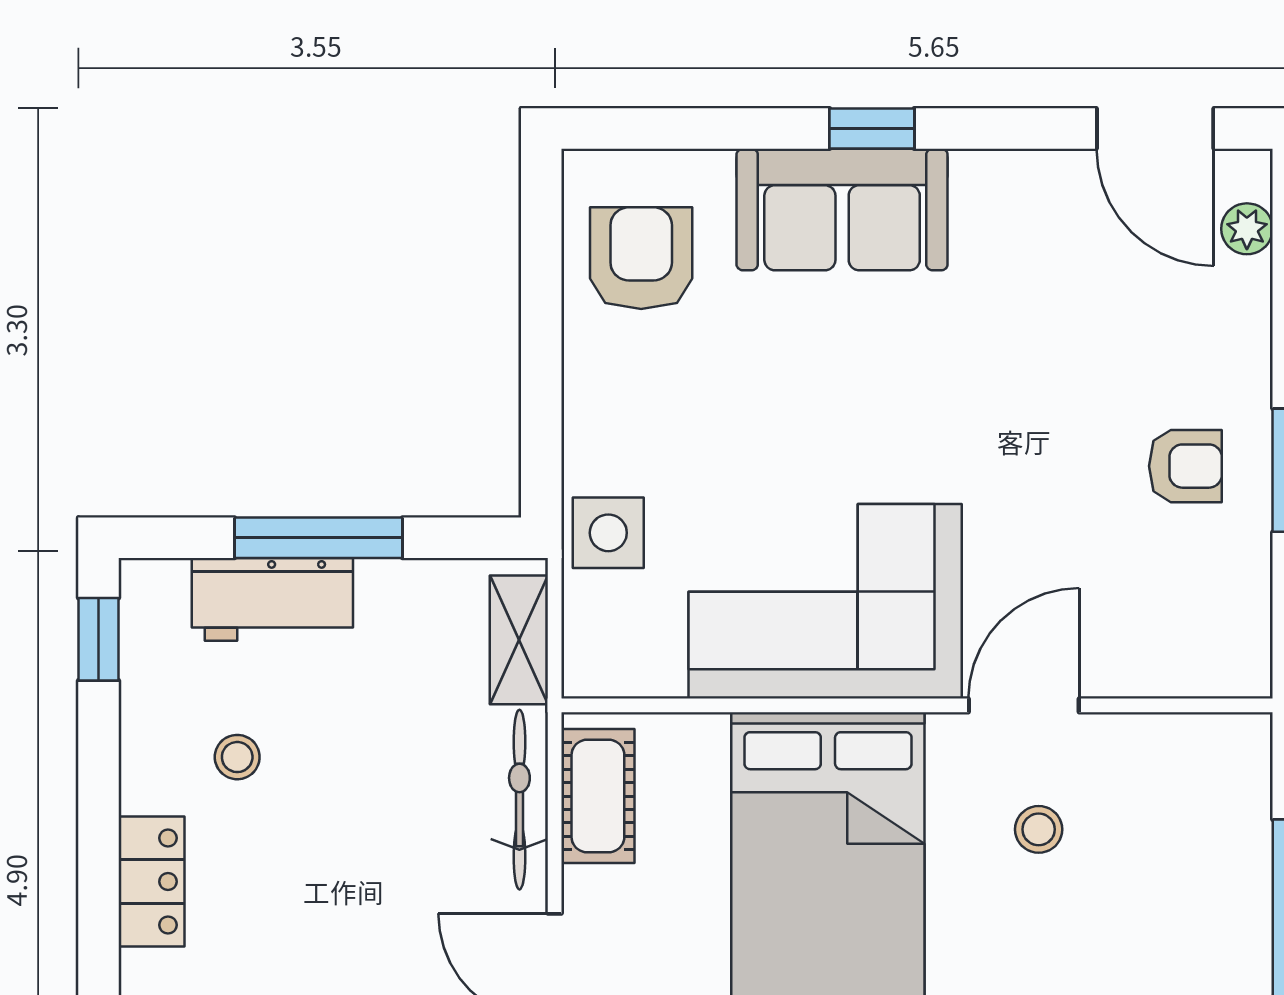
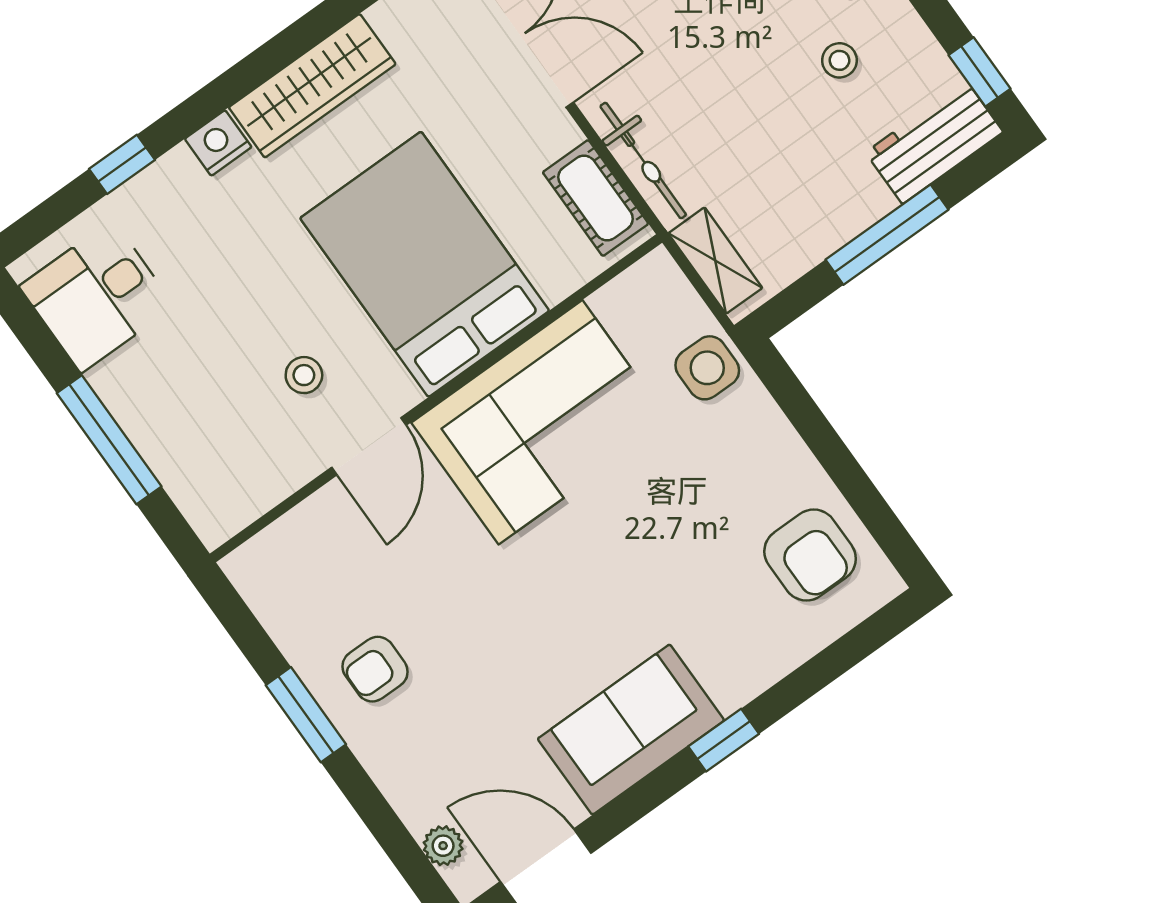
sofa: (842, 209) -> (631, 730), moved
workbench: (272, 599) -> (934, 142), moved

